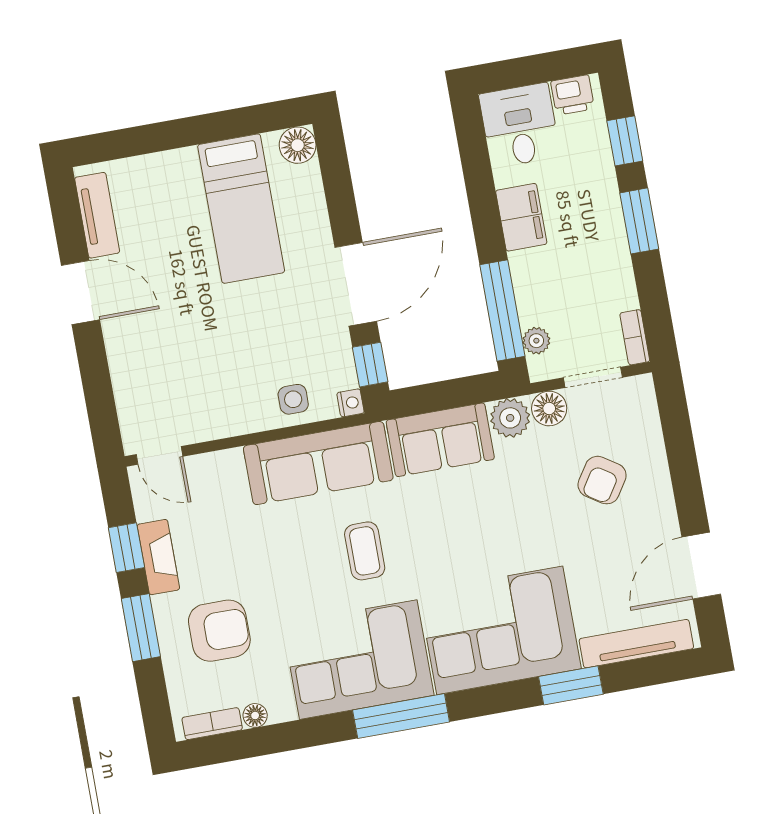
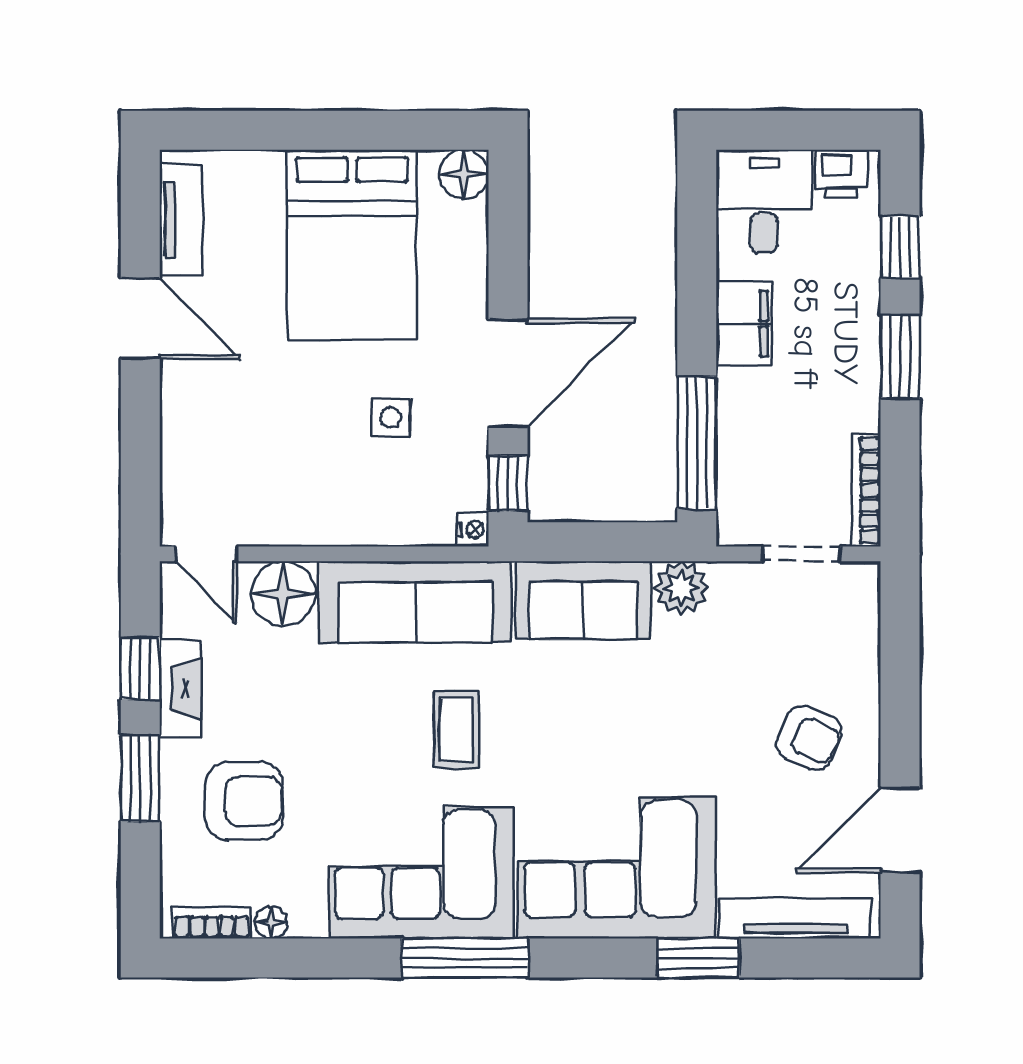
bed: (241, 209) -> (352, 245), width x1.50
bookcase: (635, 337) -> (866, 490), width x1.56
plant: (536, 341) -> (735, 491), removed
side table: (293, 399) -> (391, 417), moved
floor lamp: (549, 408) -> (283, 593), moved, width x1.38, depth x1.38
armchair: (602, 480) -> (809, 738), moved, turned -99

